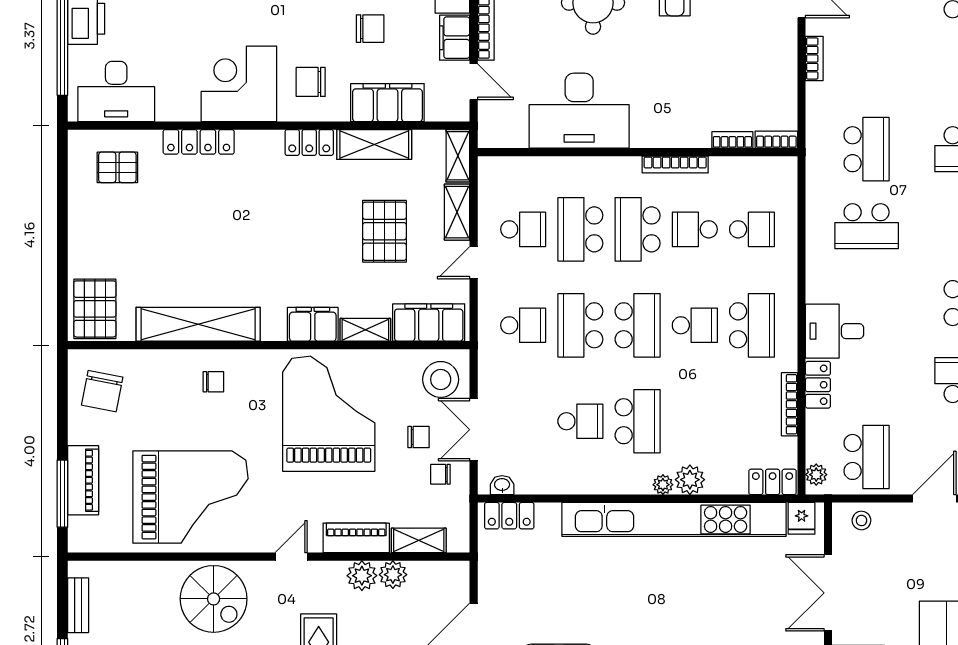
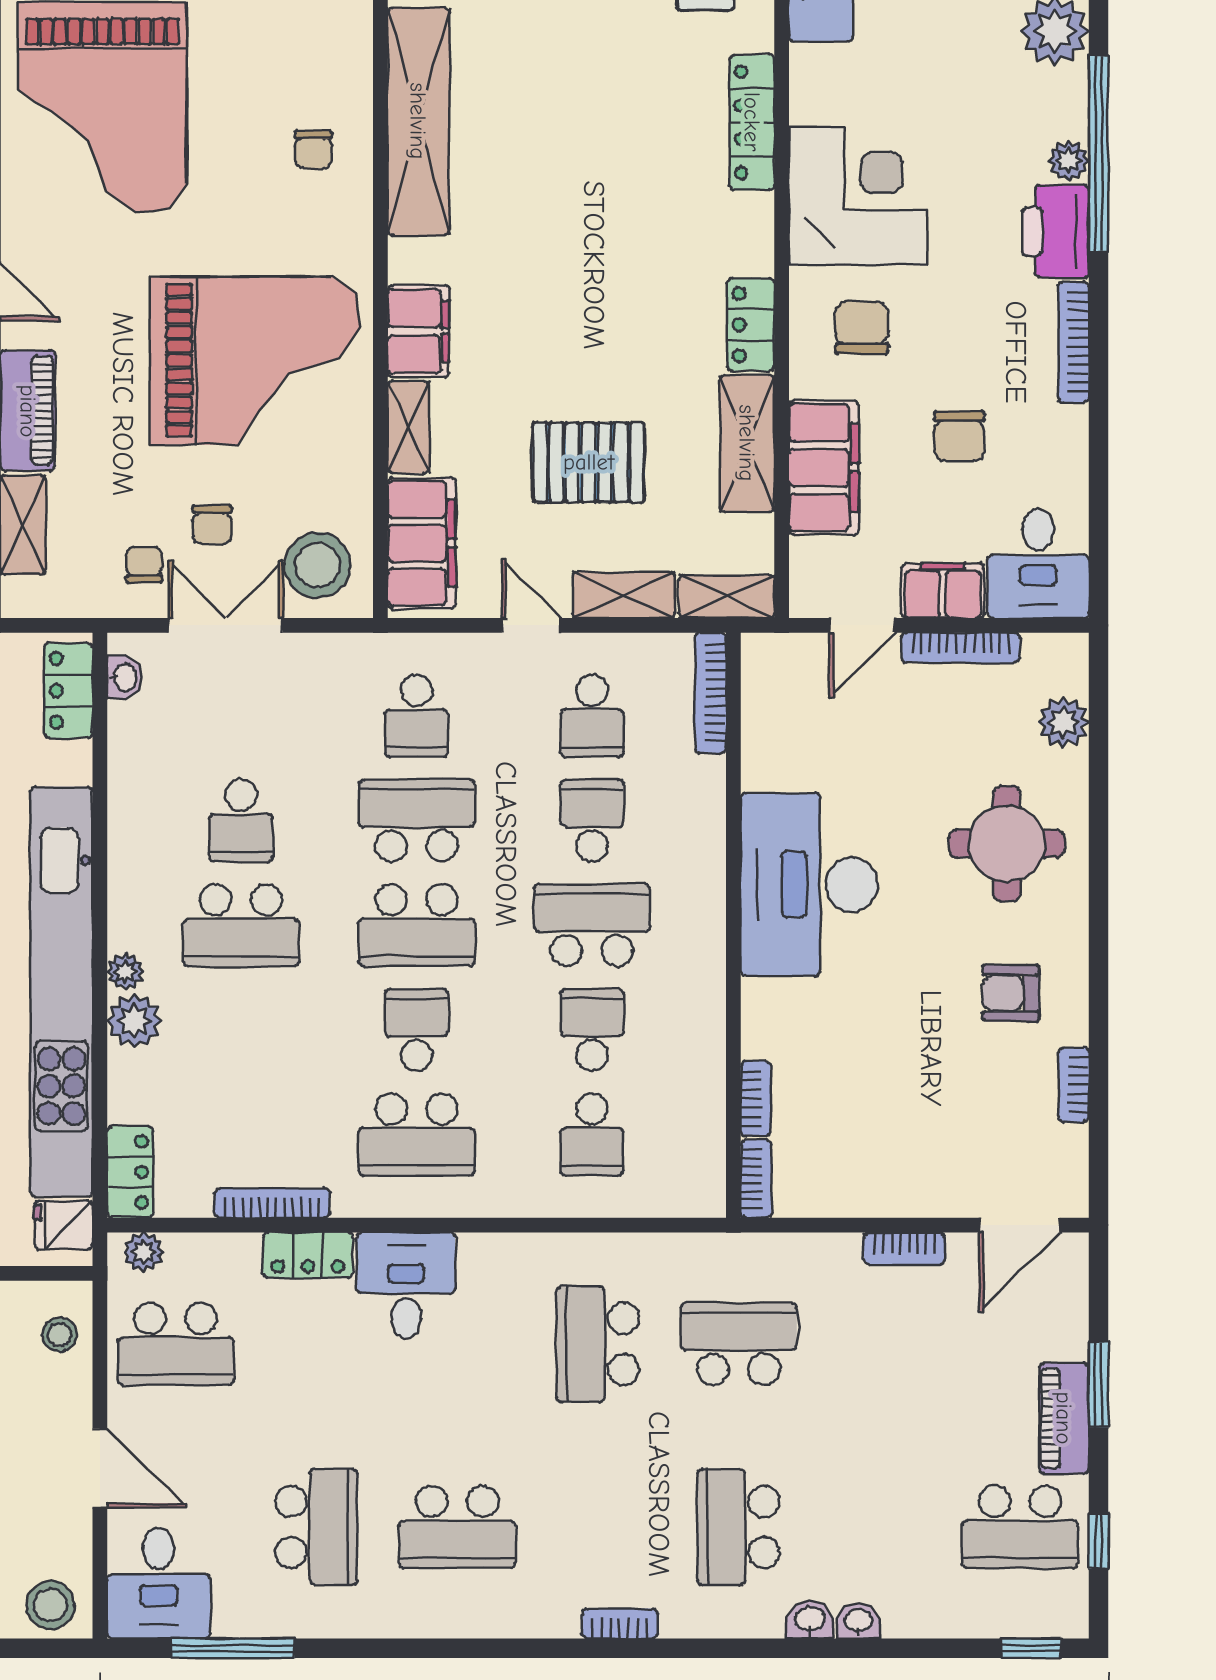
desk: (579, 111) -> (809, 884), moved
school desk: (867, 149) -> (739, 1344), turned 180
bookcase: (675, 164) -> (711, 693), moved
school desk: (580, 229) -> (592, 821), width x0.54
school desk: (695, 325) -> (417, 1030), turned 180

